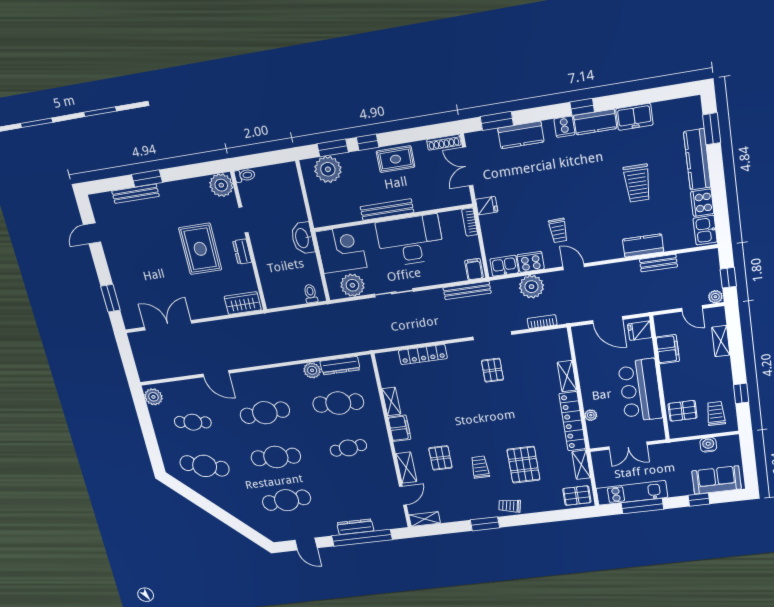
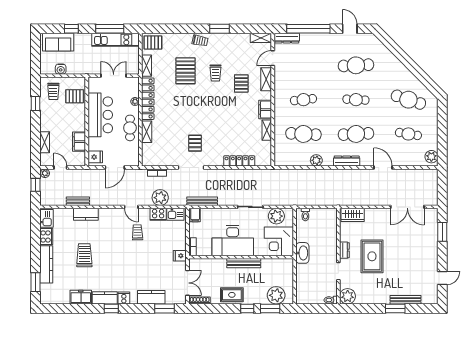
door: (608, 320) -> (115, 167), swing flipped
dresser: (340, 366) -> (347, 161), moved
cafe table: (593, 378) -> (130, 128), added
cafe table: (276, 457) -> (356, 100), width x0.73, depth x0.74
dresser: (355, 527) -> (287, 38), moved

